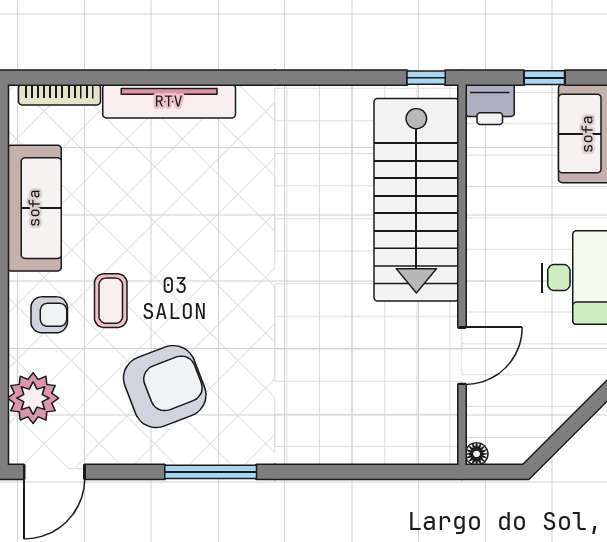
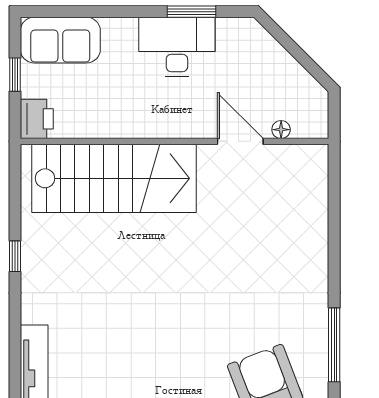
window: (426, 78) -> (15, 256), moved
floor lamp: (477, 454) -> (281, 130), moved

